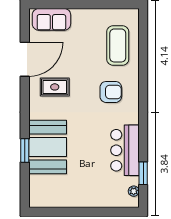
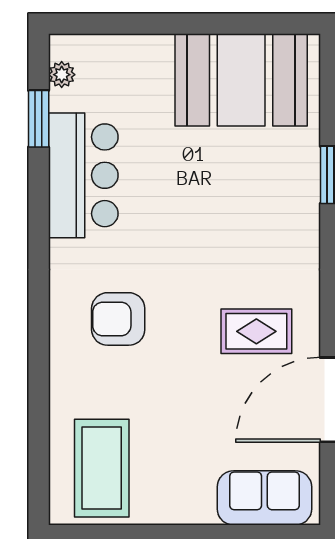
coffee table: (118, 45) -> (102, 468), moved
booth: (48, 147) -> (241, 80), moved, turned 90

